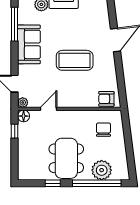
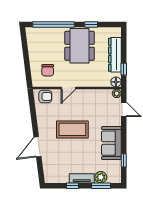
window: (15, 24) -> (124, 160), width x0.46
door: (48, 109) -> (68, 88), moved
dresser: (25, 148) -> (115, 55), added
plant: (102, 170) -> (49, 36), removed

